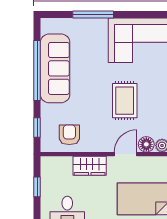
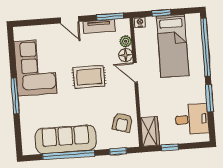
window: (93, 14) -> (15, 96), moved
armchair: (69, 135) -> (122, 123), turned -74
wardrobe: (90, 166) -> (150, 131), moved

